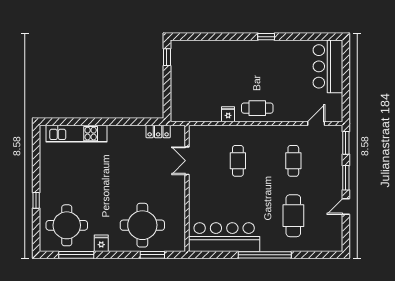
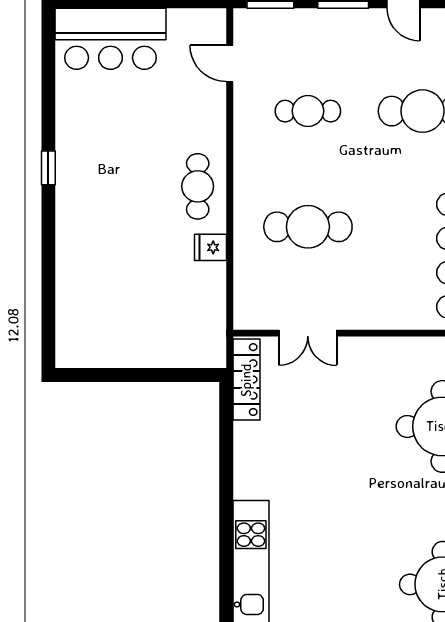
window: (167, 57) -> (91, 375), removed
locker: (158, 131) -> (246, 380), width x1.53
cafe table: (238, 161) -> (308, 227), width x1.37, depth x1.35

